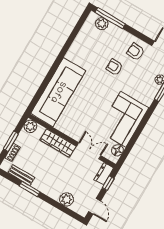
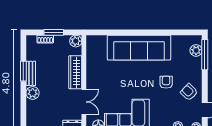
armchair: (135, 52) -> (189, 92), turned -52
sofa: (58, 92) -> (139, 48), moved
bench: (21, 175) -> (31, 73), moved
plant: (66, 199) -> (33, 93), moved

